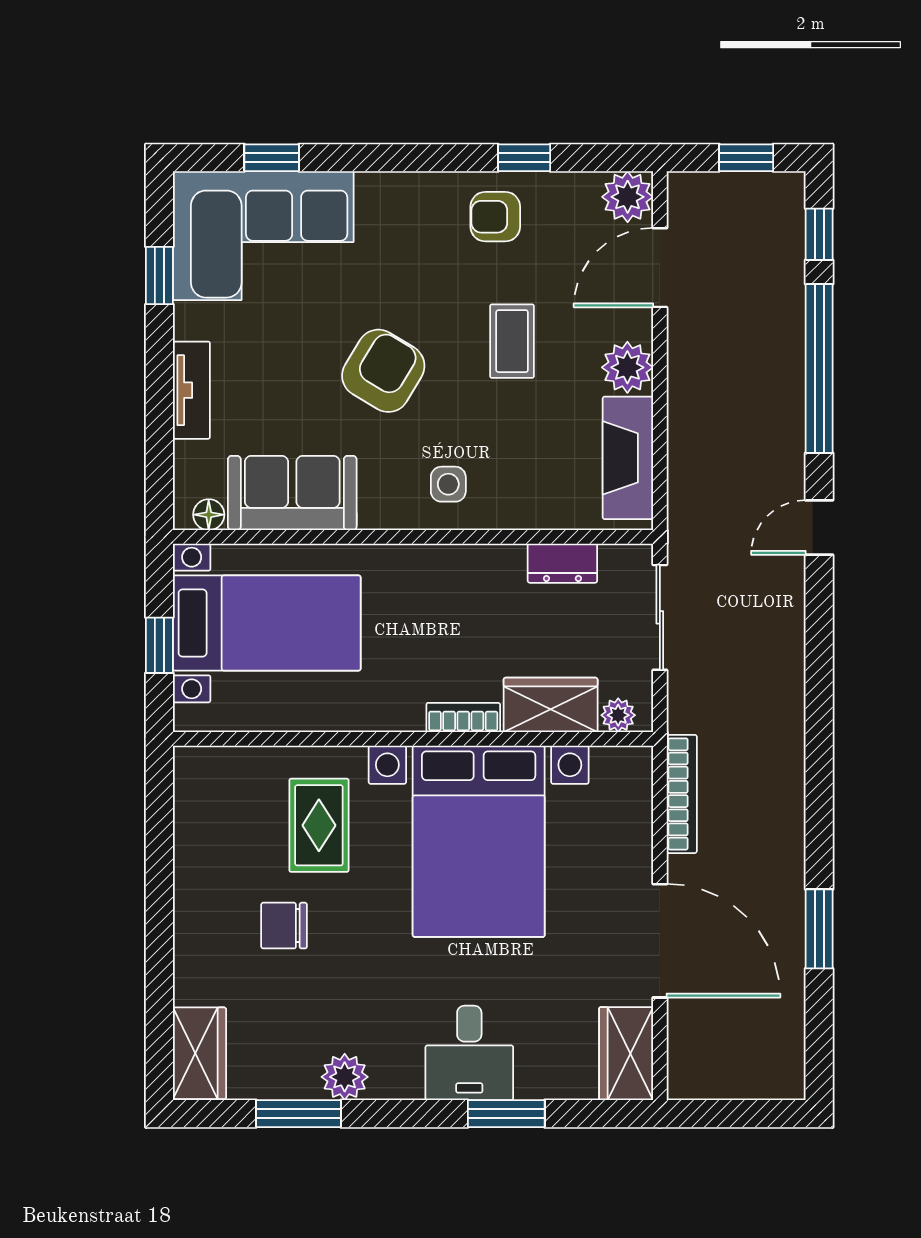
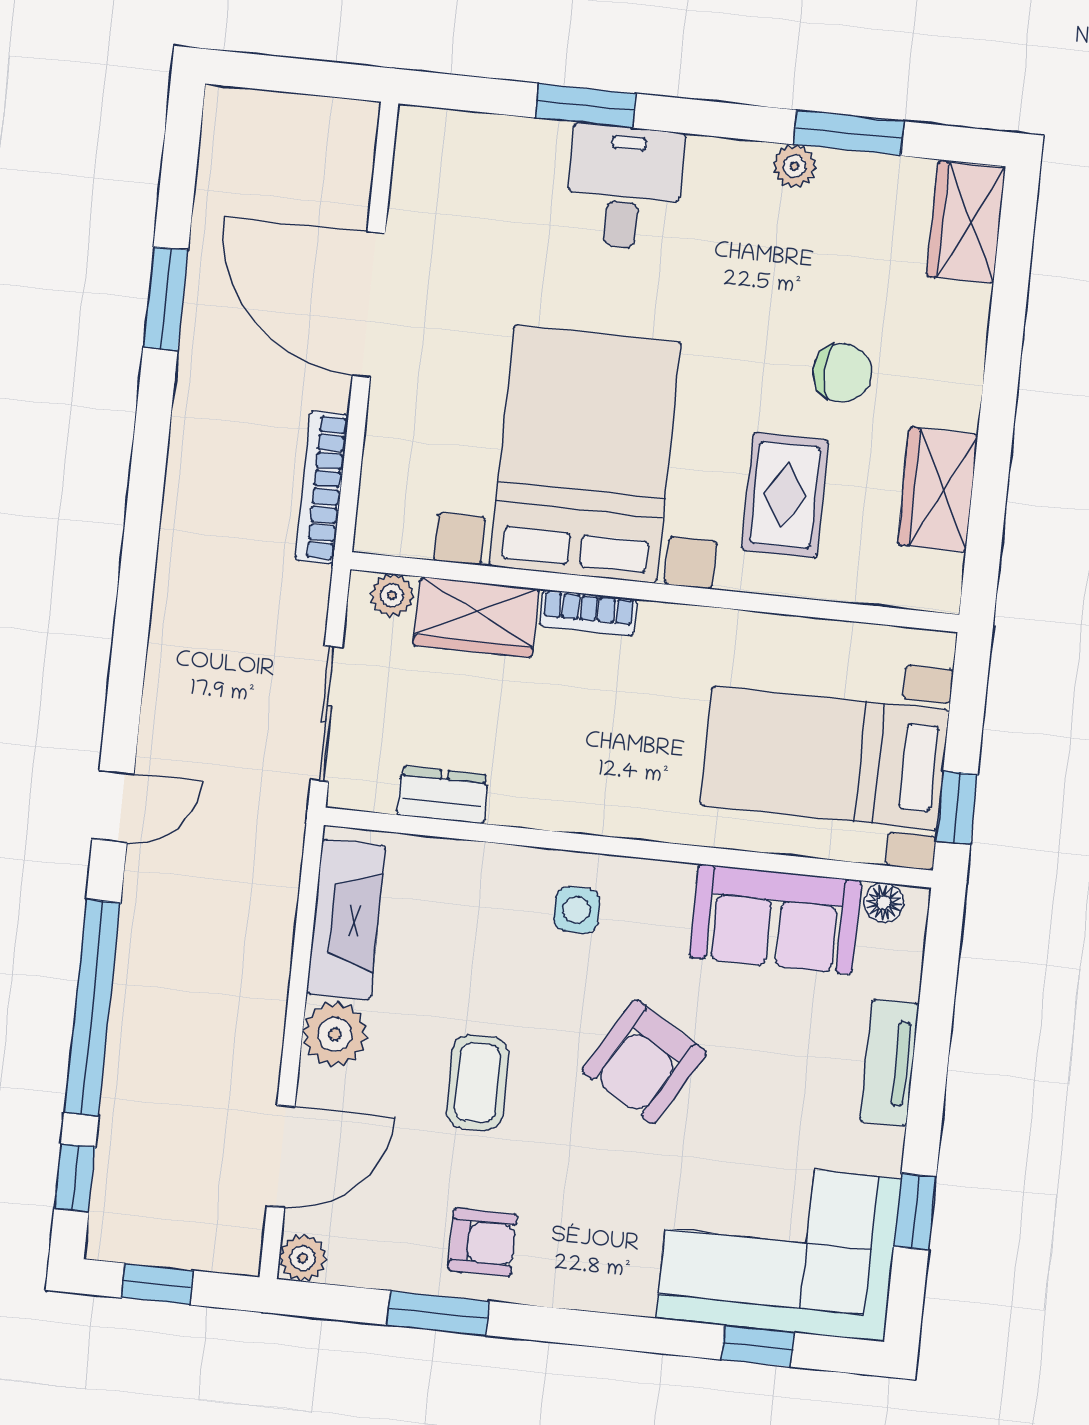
window: (524, 158) -> (438, 1313), width x1.50
plant: (628, 197) -> (303, 1258), width x0.73, depth x0.73
window: (159, 645) -> (957, 808), moved
wardrobe: (626, 1054) -> (938, 490), moved, turned 180
plant: (345, 1077) -> (794, 166), width x0.73, depth x0.73

